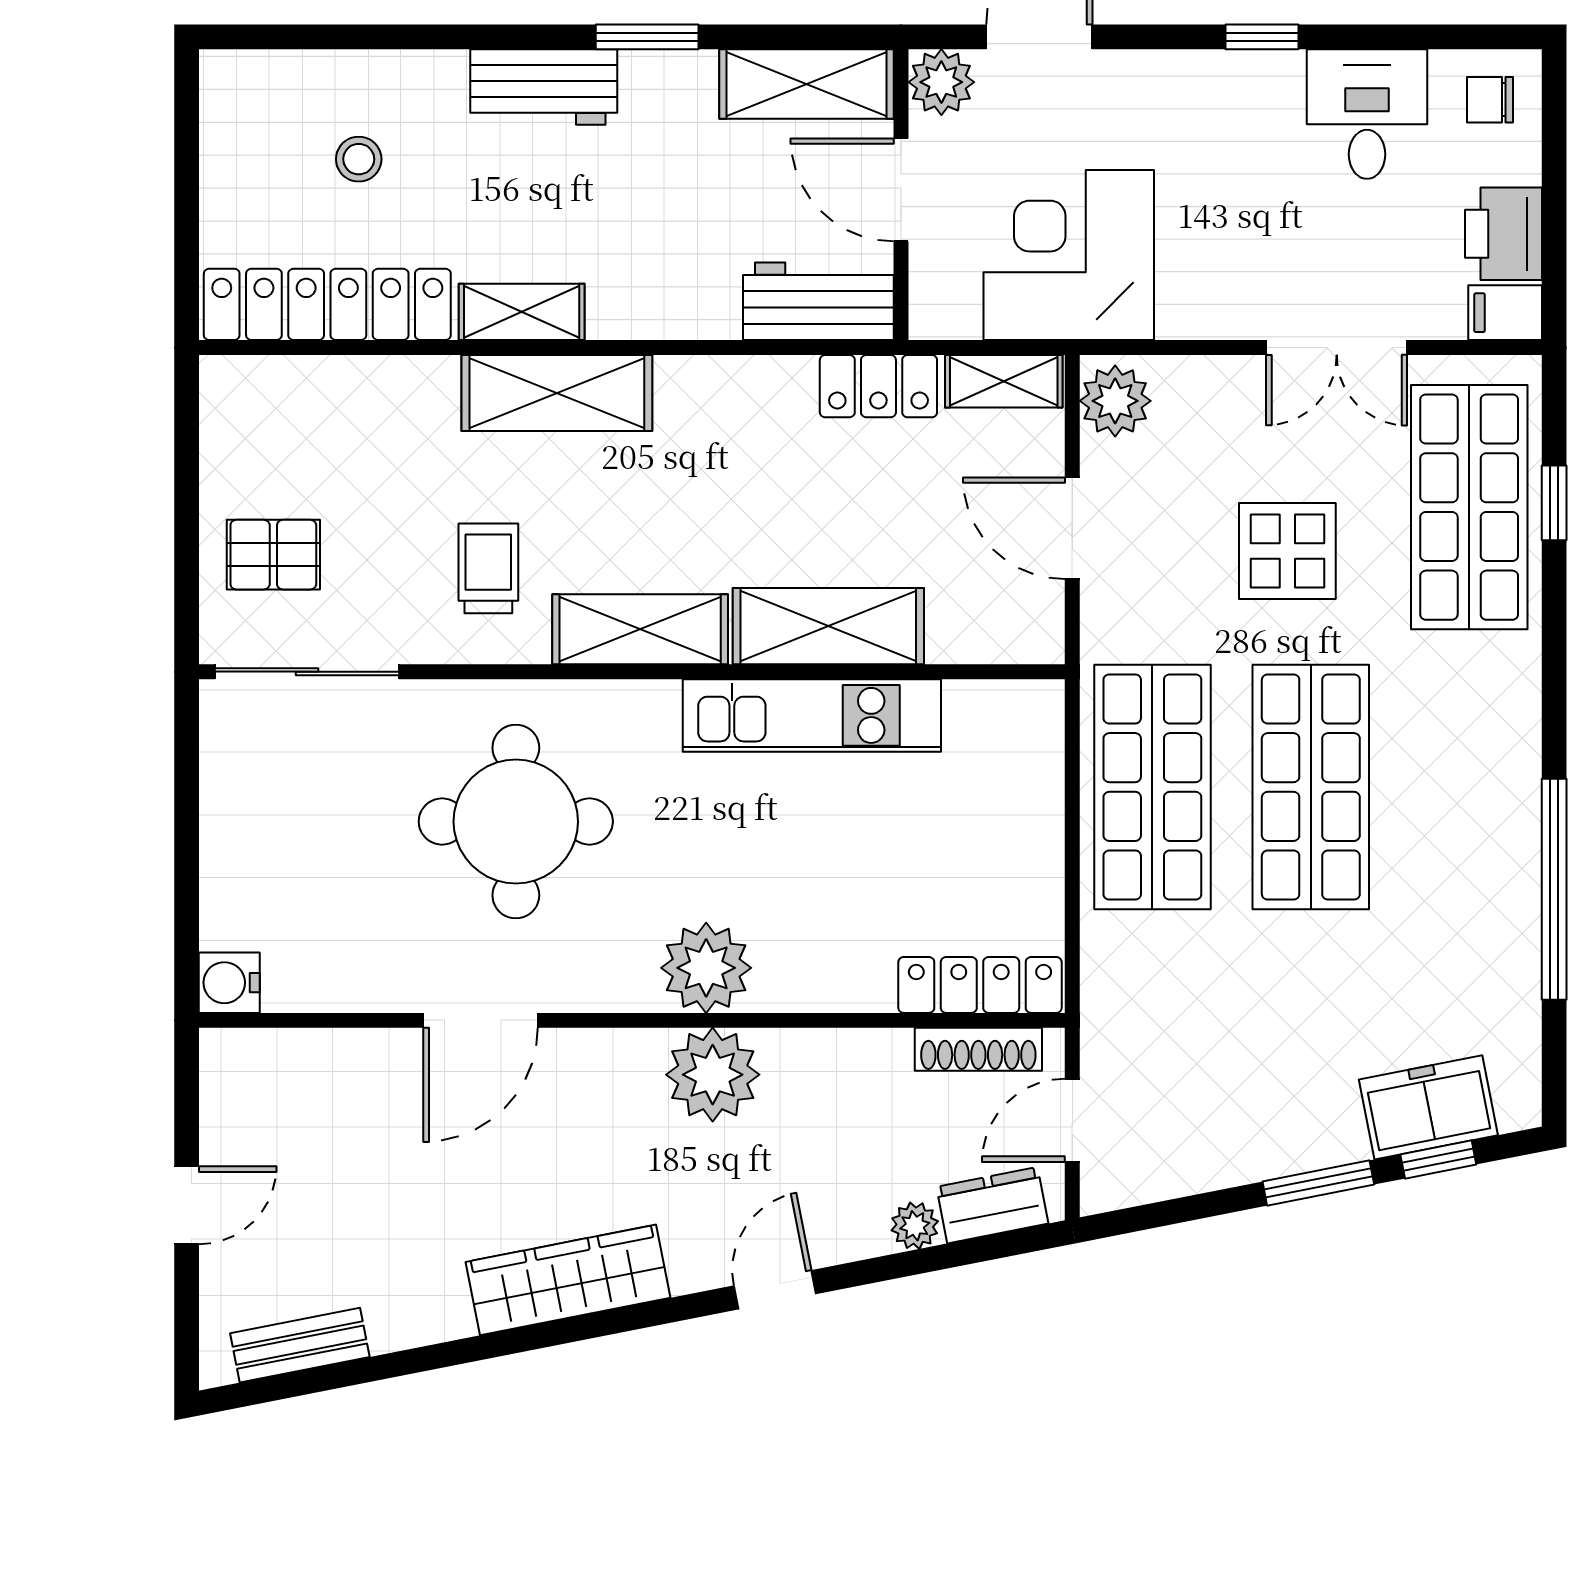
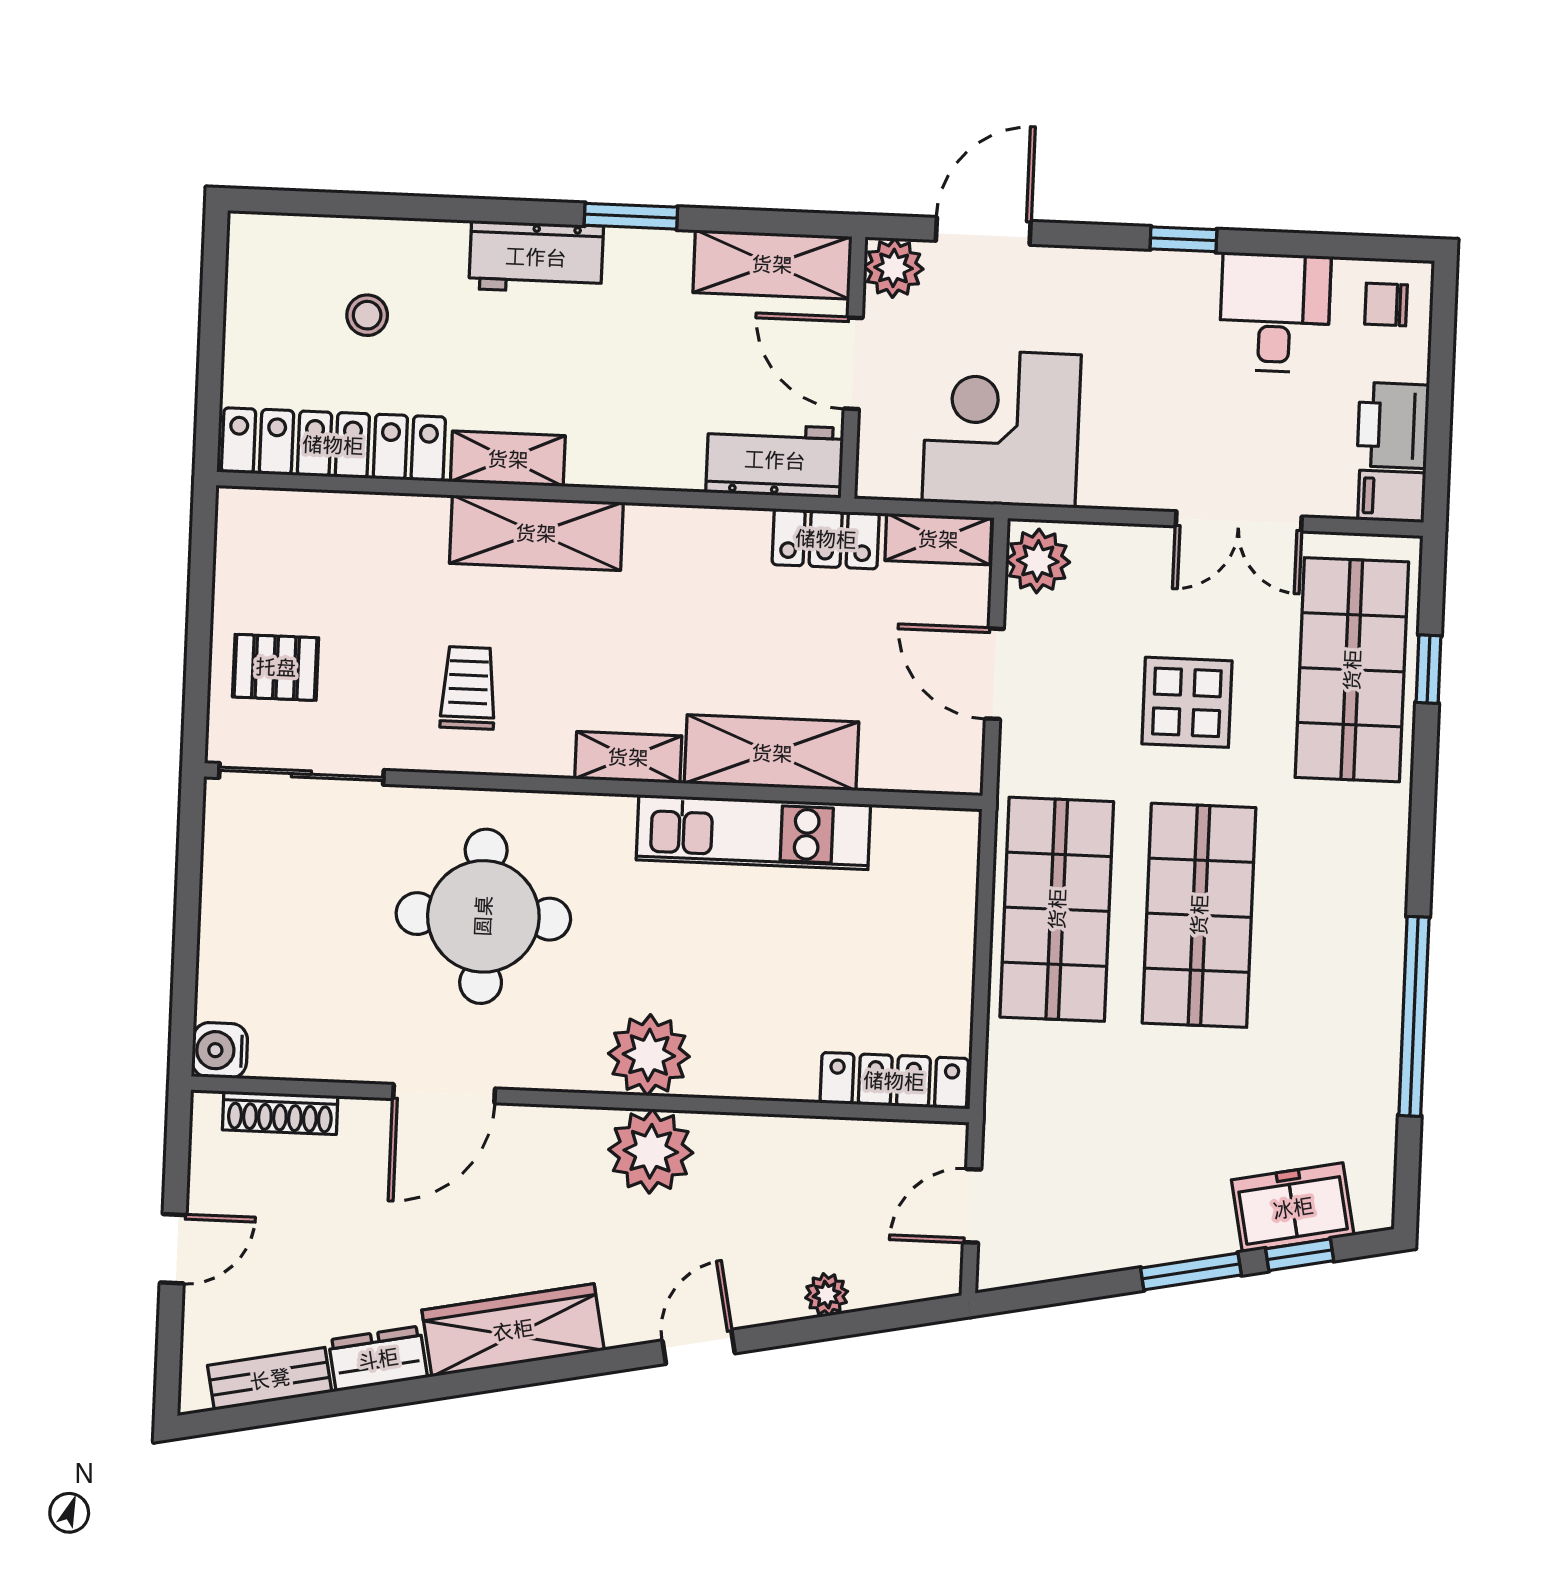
shelving: (640, 629) -> (628, 757), width x0.67, depth x0.75
shoe rack: (978, 1049) -> (280, 1113), moved
dresser: (992, 1205) -> (378, 1359), moved

